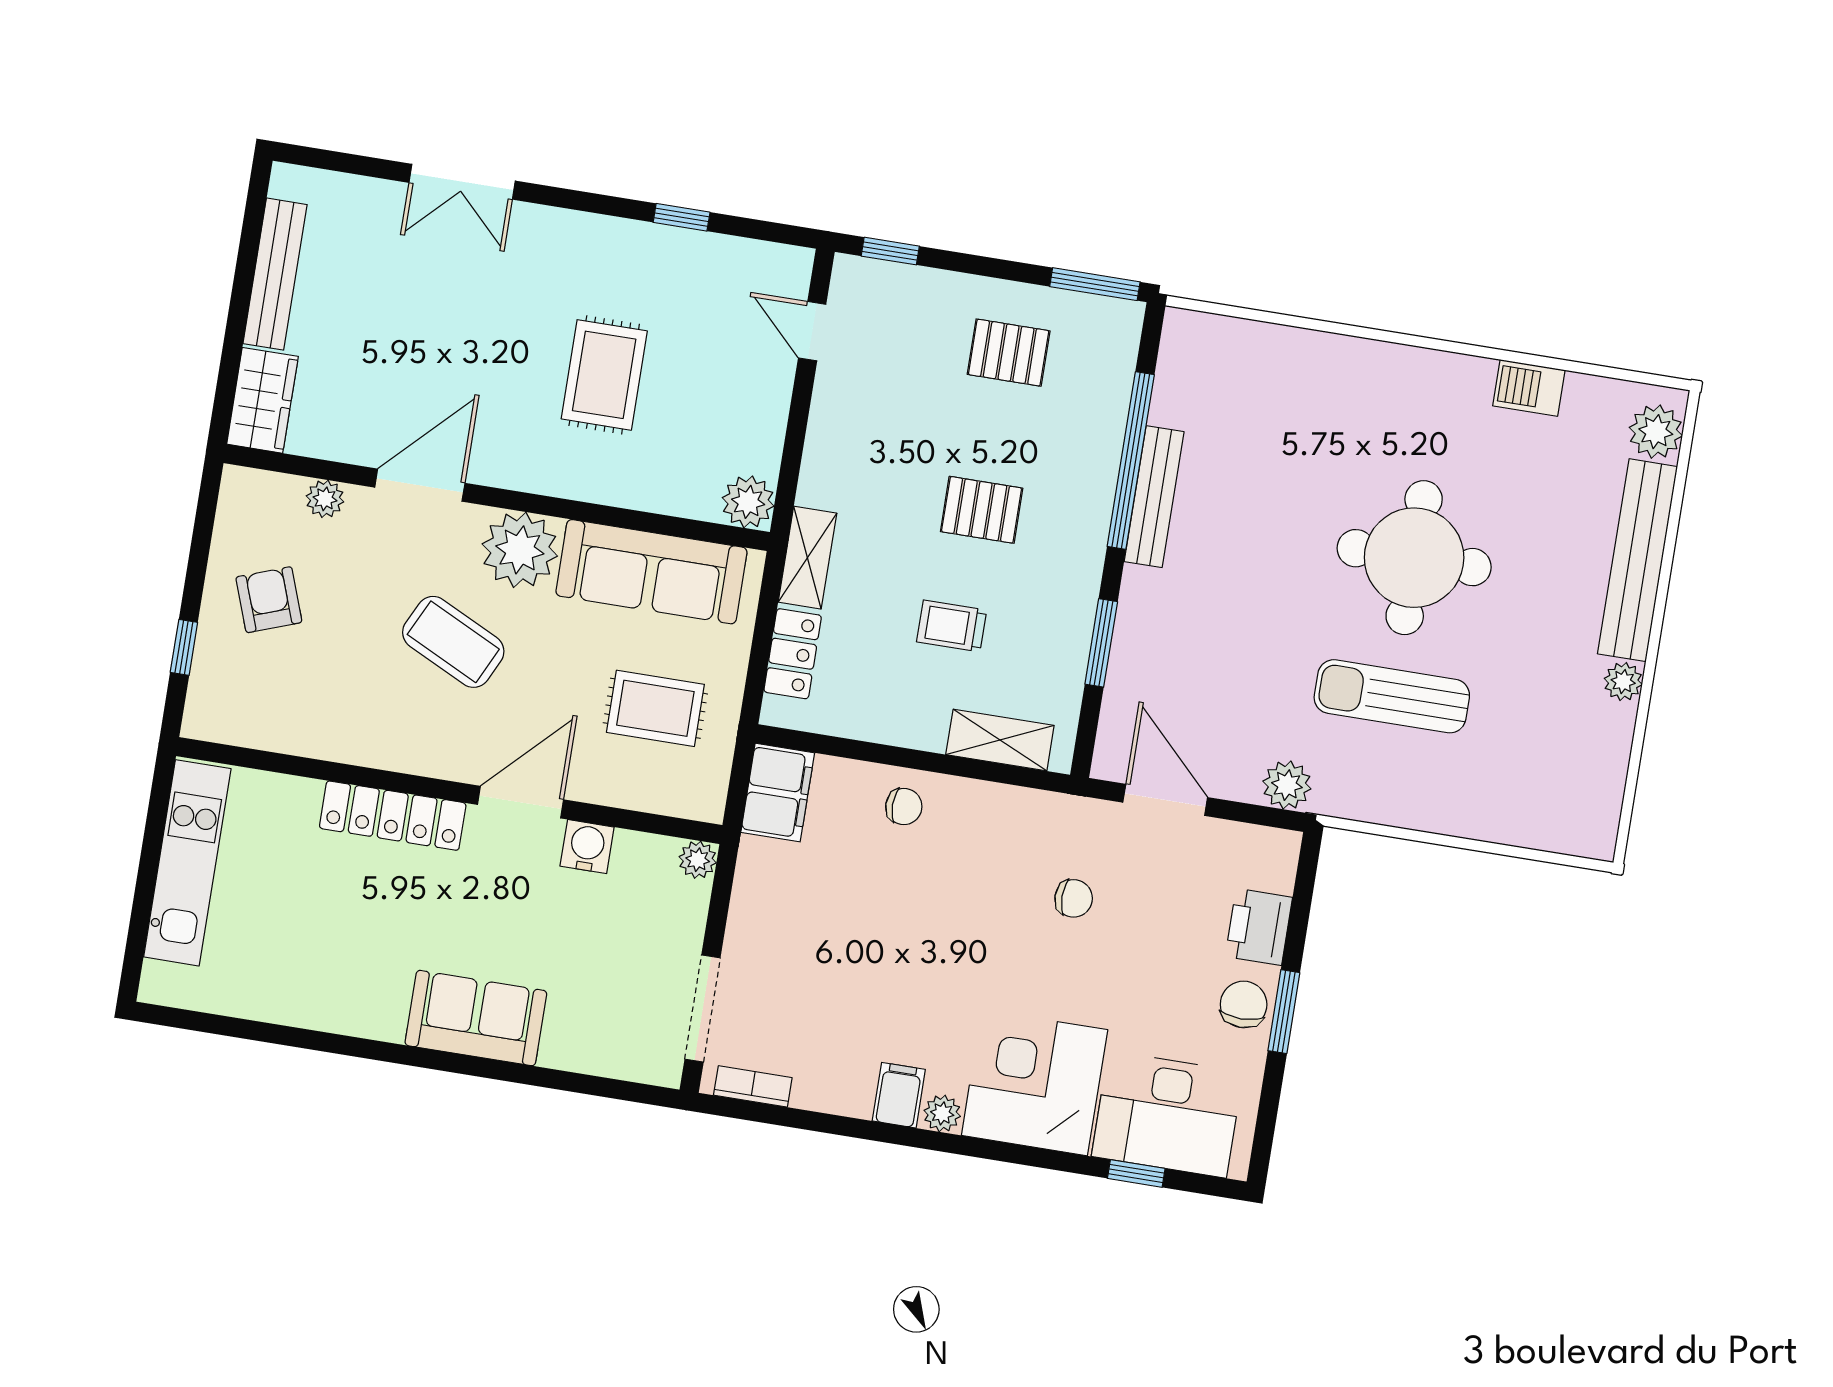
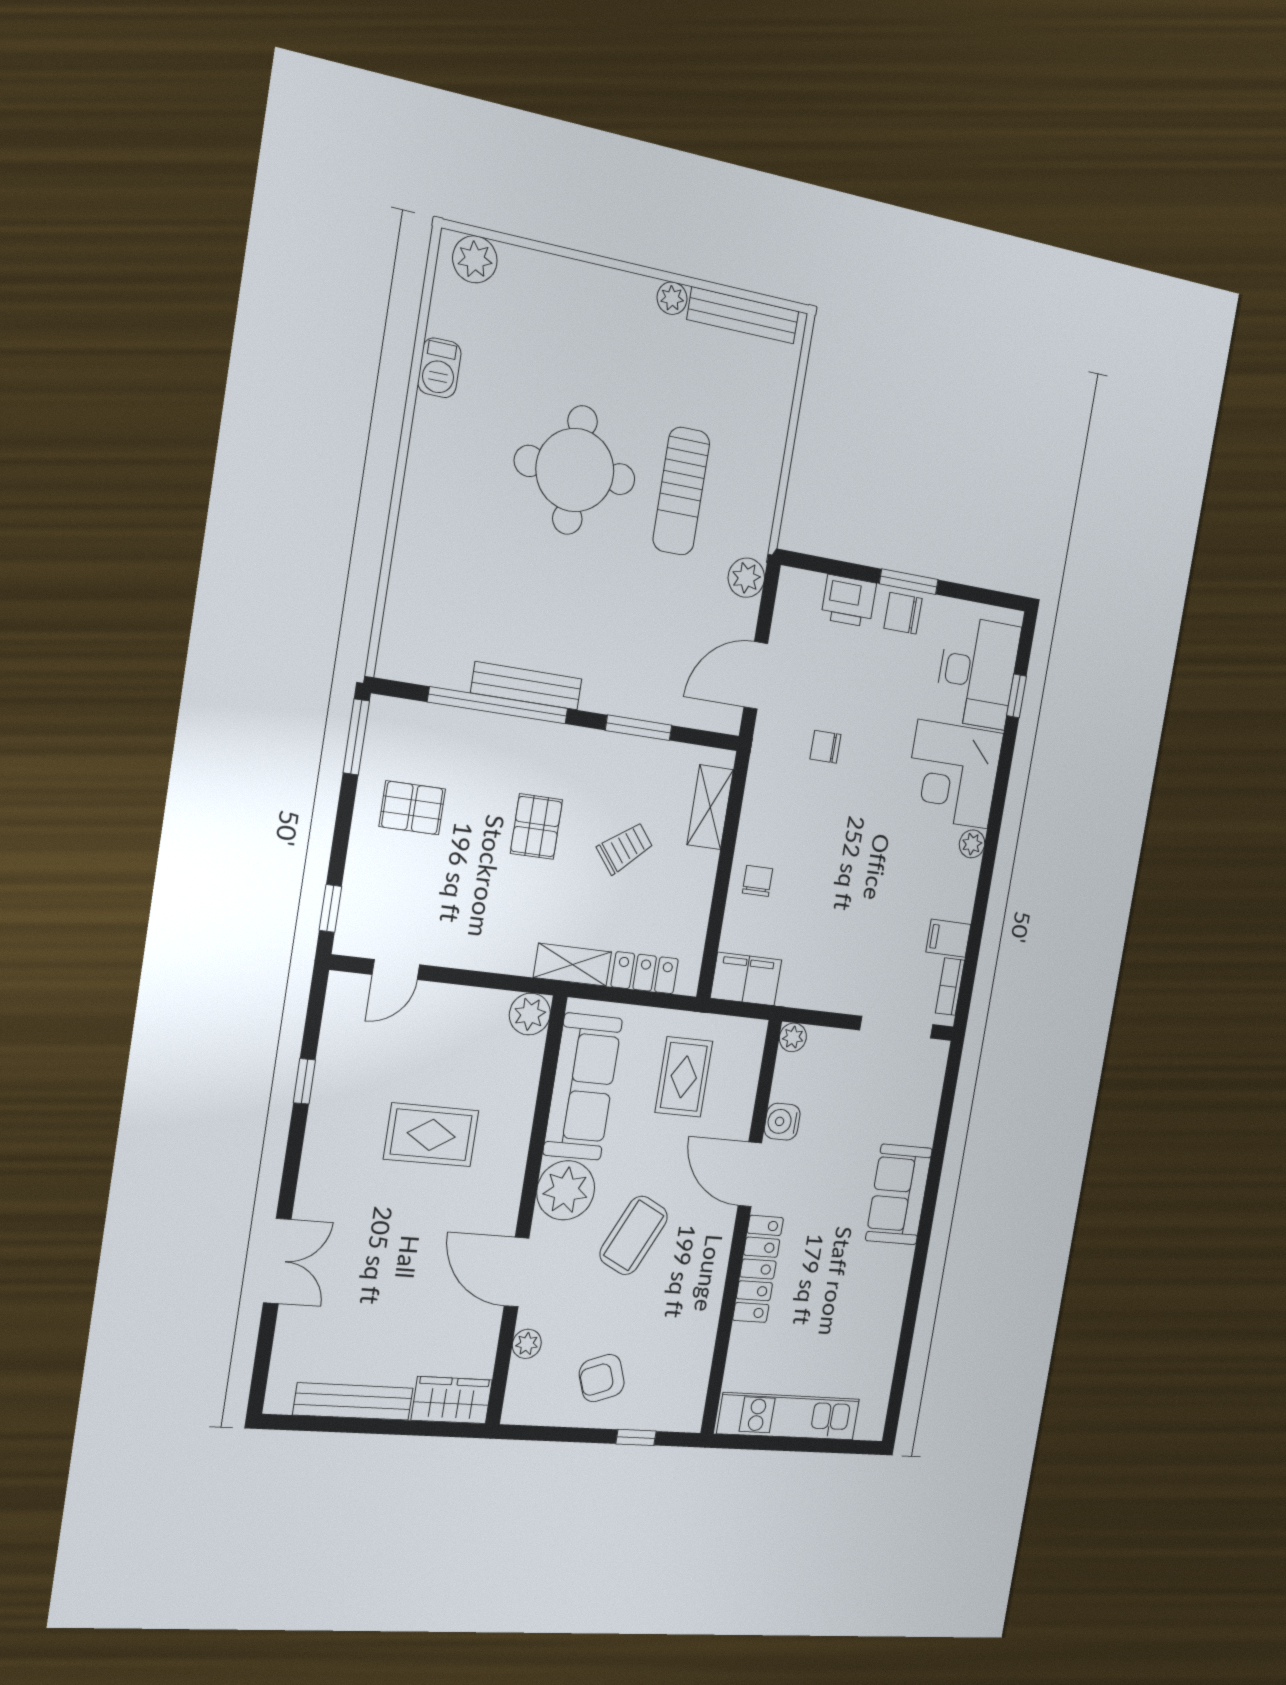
pallet: (1009, 353) -> (412, 808), turned 90
bench: (1638, 560) -> (743, 315), moved, width x0.73, depth x0.82
trolley: (952, 626) -> (625, 848), turned -129
chair: (1074, 898) -> (825, 747), turned -90
filing cabinet: (899, 1095) -> (948, 938), moved

